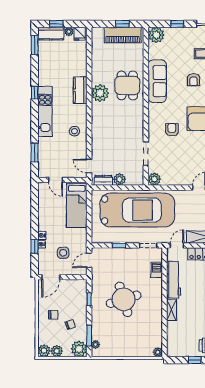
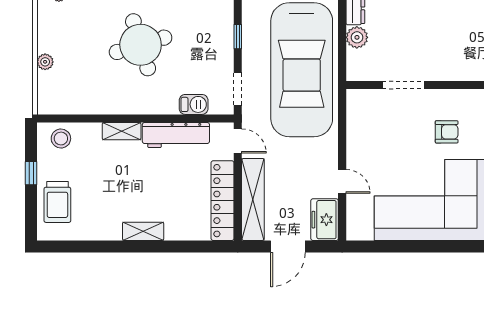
plant: (154, 179) -> (357, 100), removed
stool: (176, 343) -> (61, 139), added
plant: (158, 352) -> (45, 62), moved

